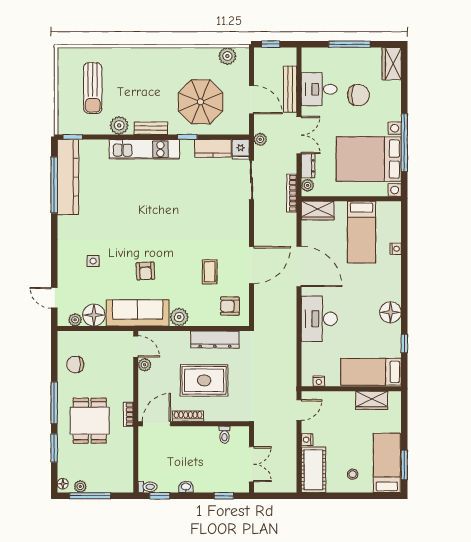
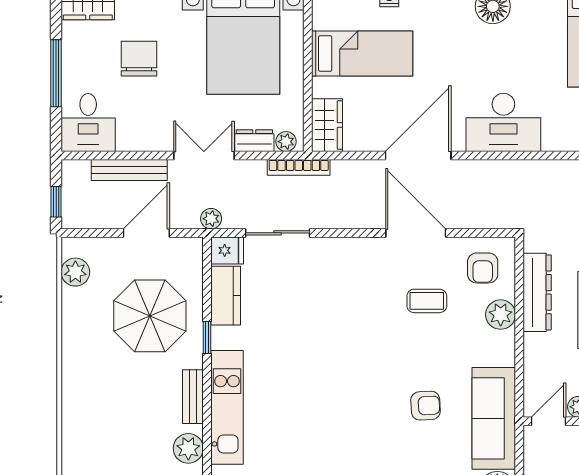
desk: (319, 89) -> (88, 122), moved
plant: (179, 317) -> (501, 315), moved

